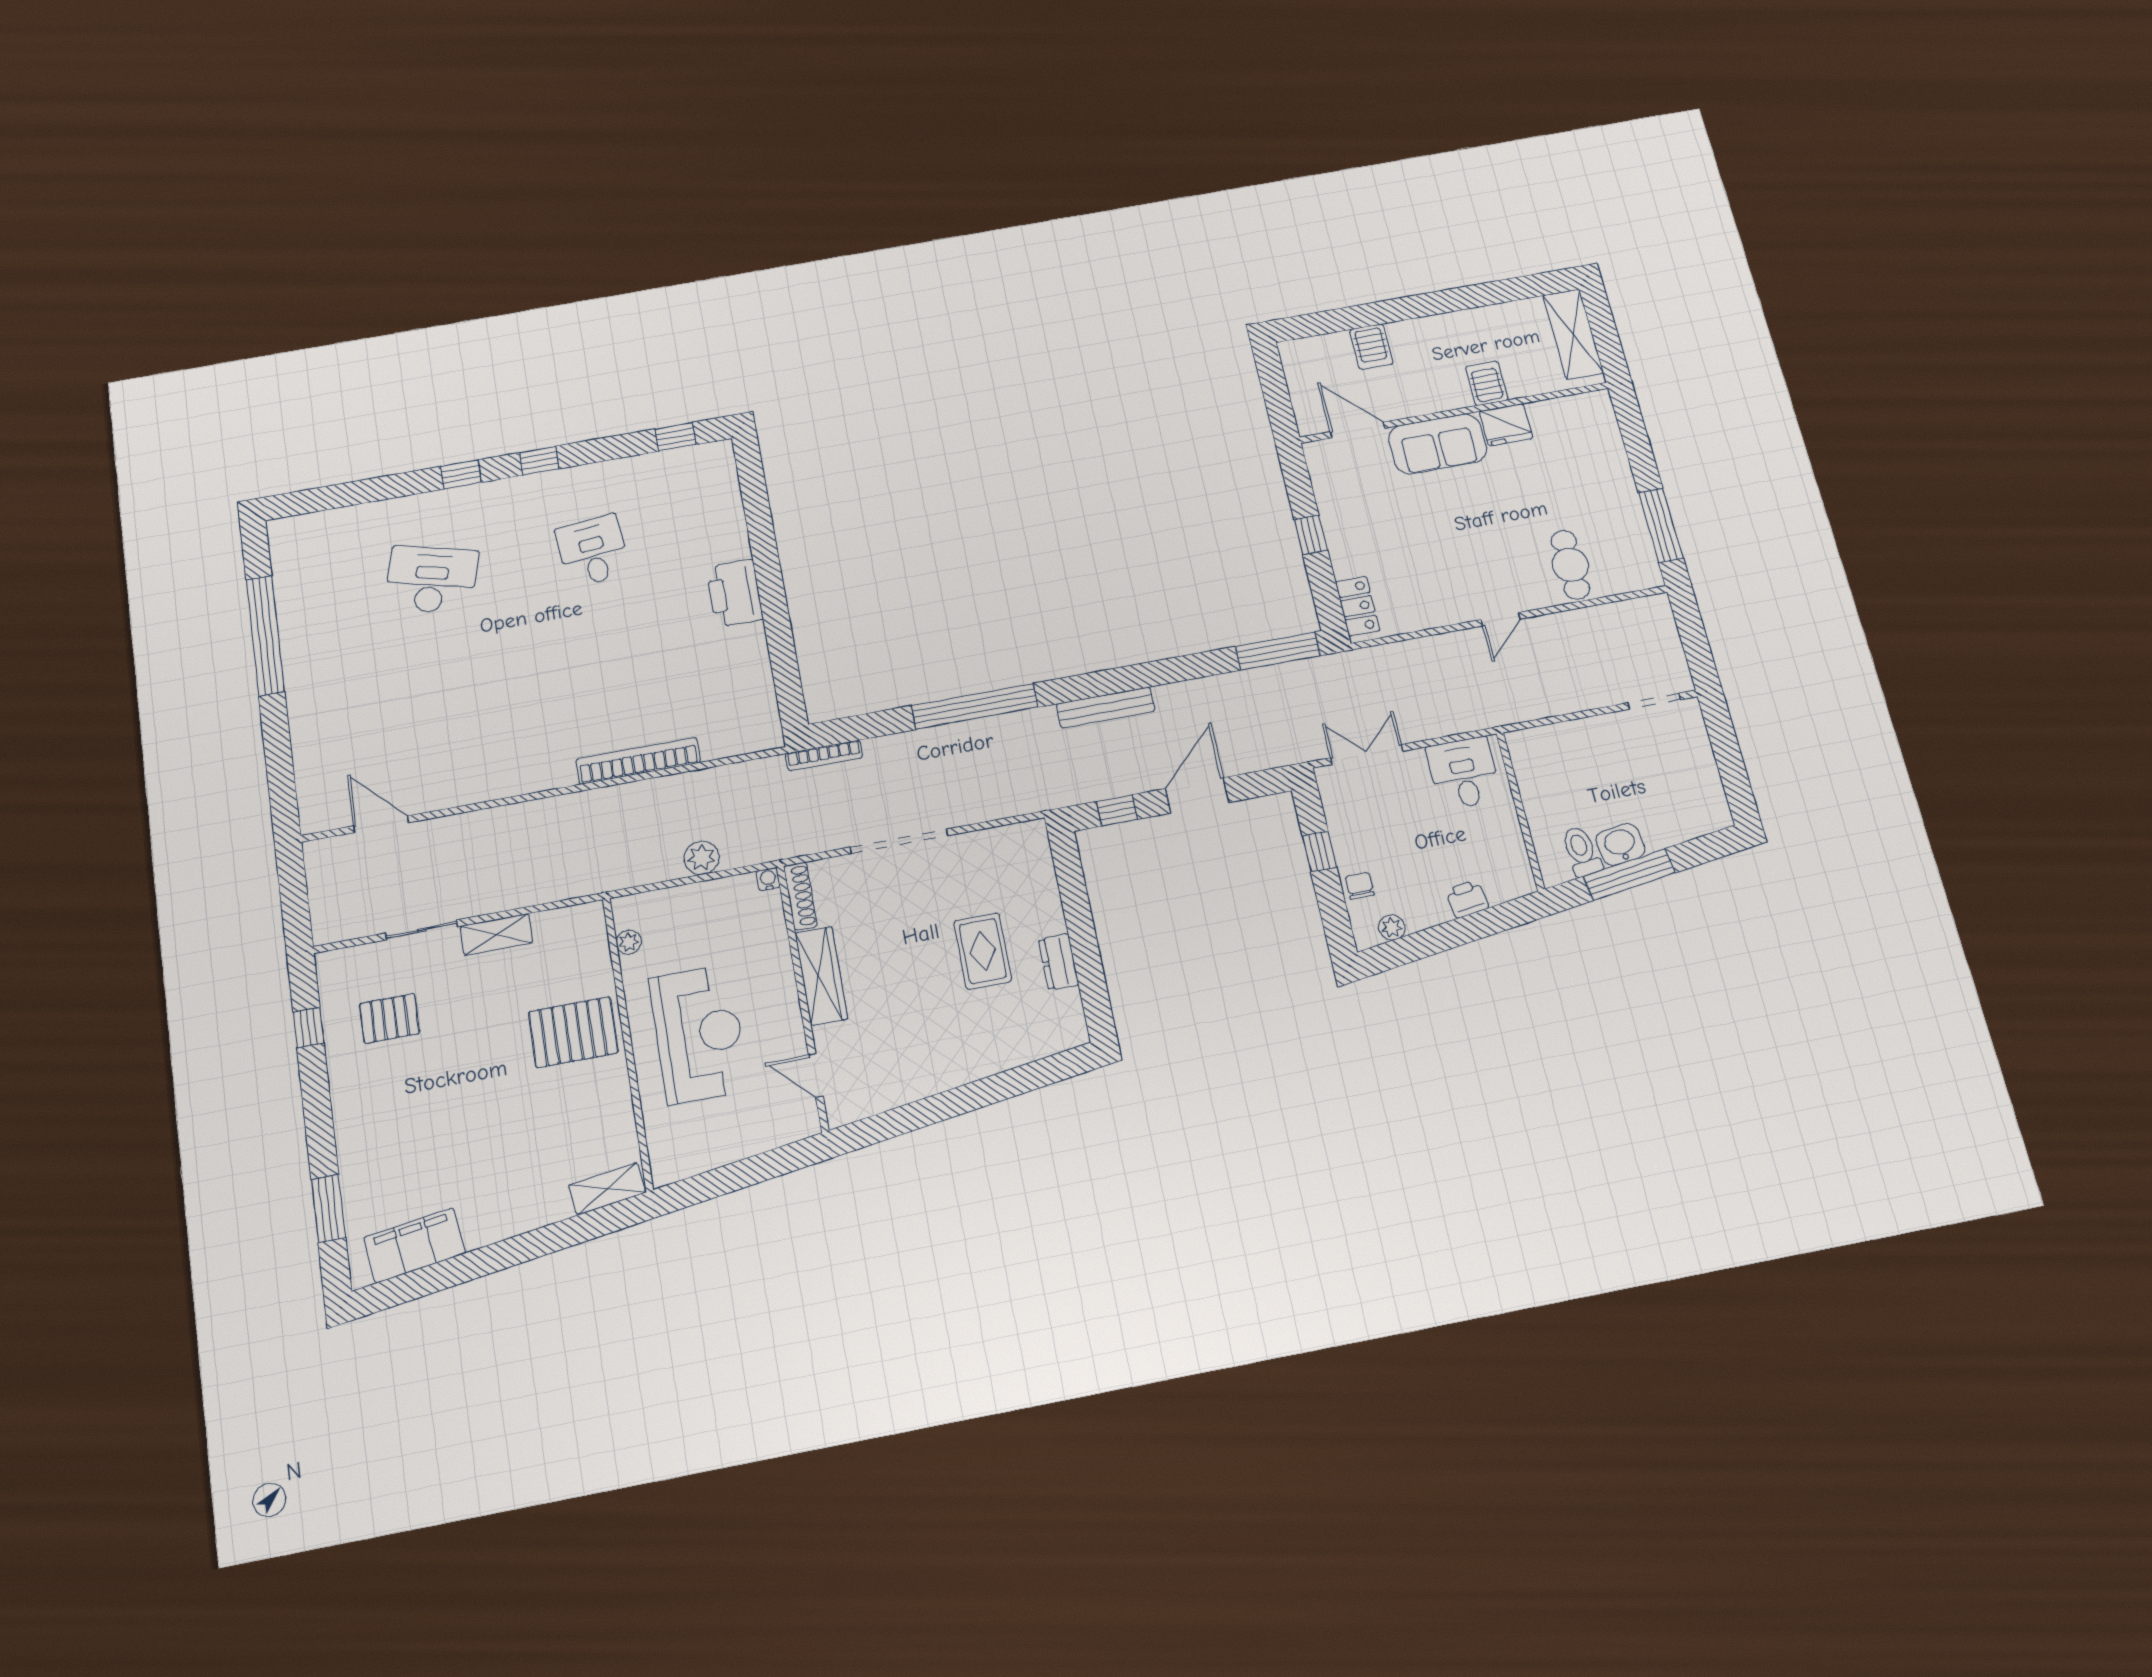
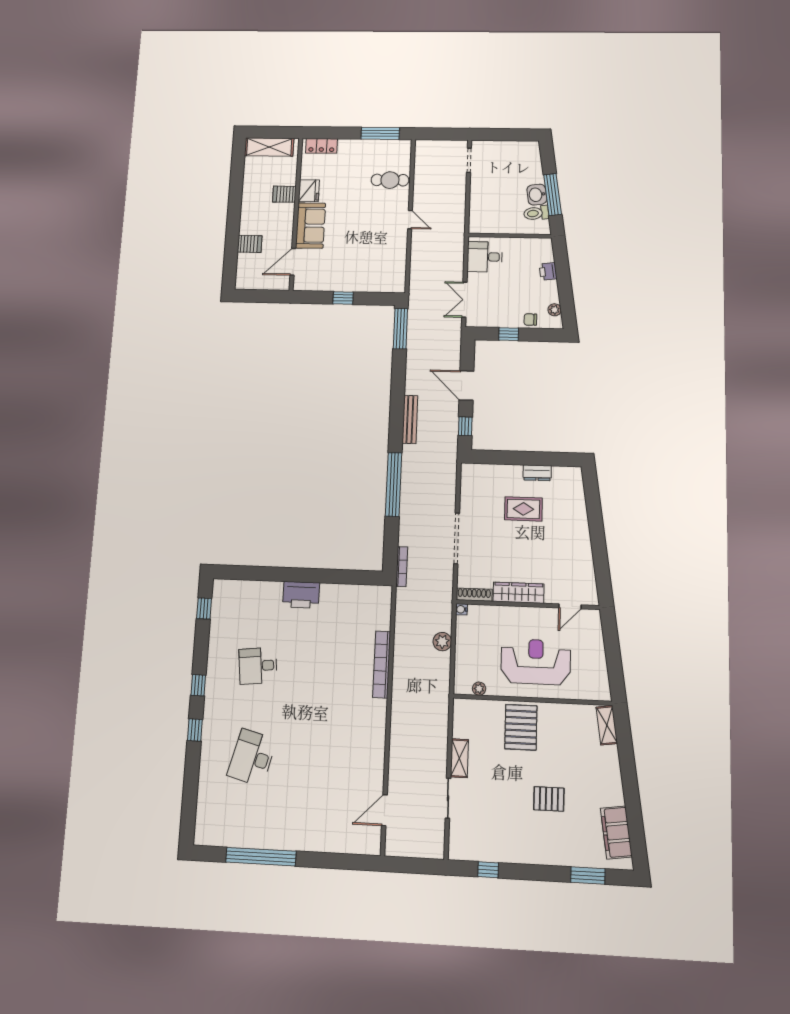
locker: (1358, 606) -> (322, 146), moved, turned 180
pallet: (390, 1018) -> (549, 799), moved, turned 90

